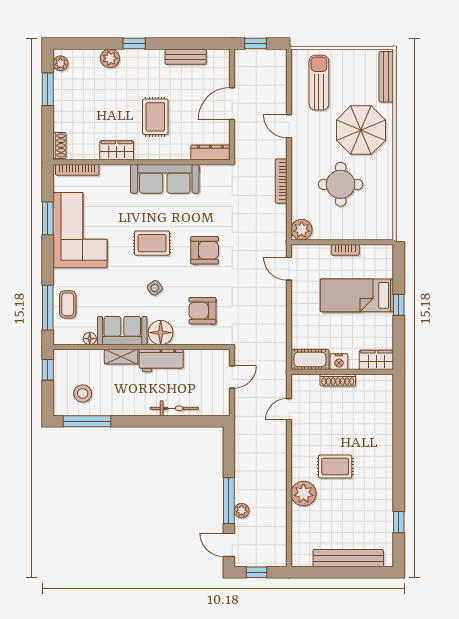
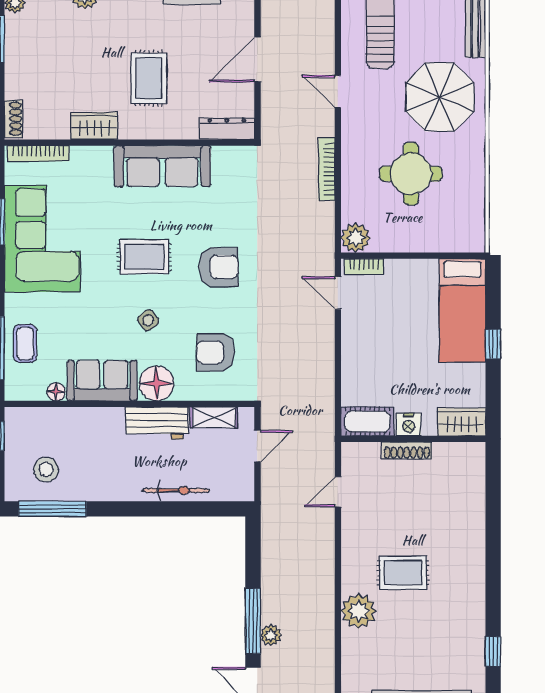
bookcase: (345, 250) -> (364, 266), moved
bed: (357, 295) -> (462, 310), moved, turned -90
shelving: (121, 357) -> (214, 417), moved

